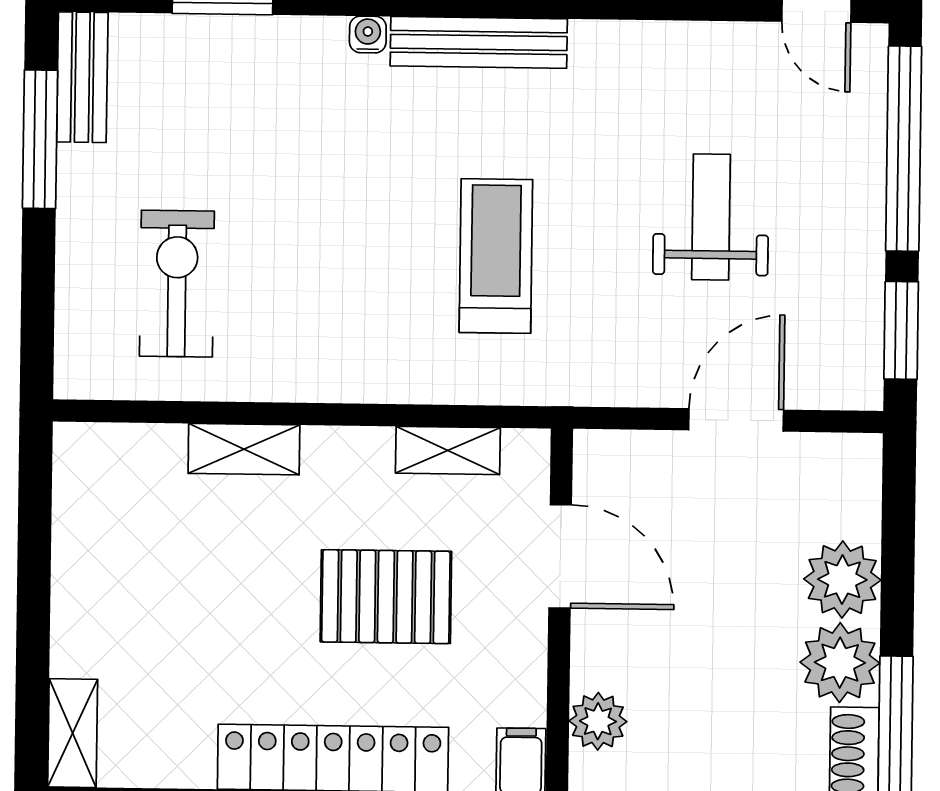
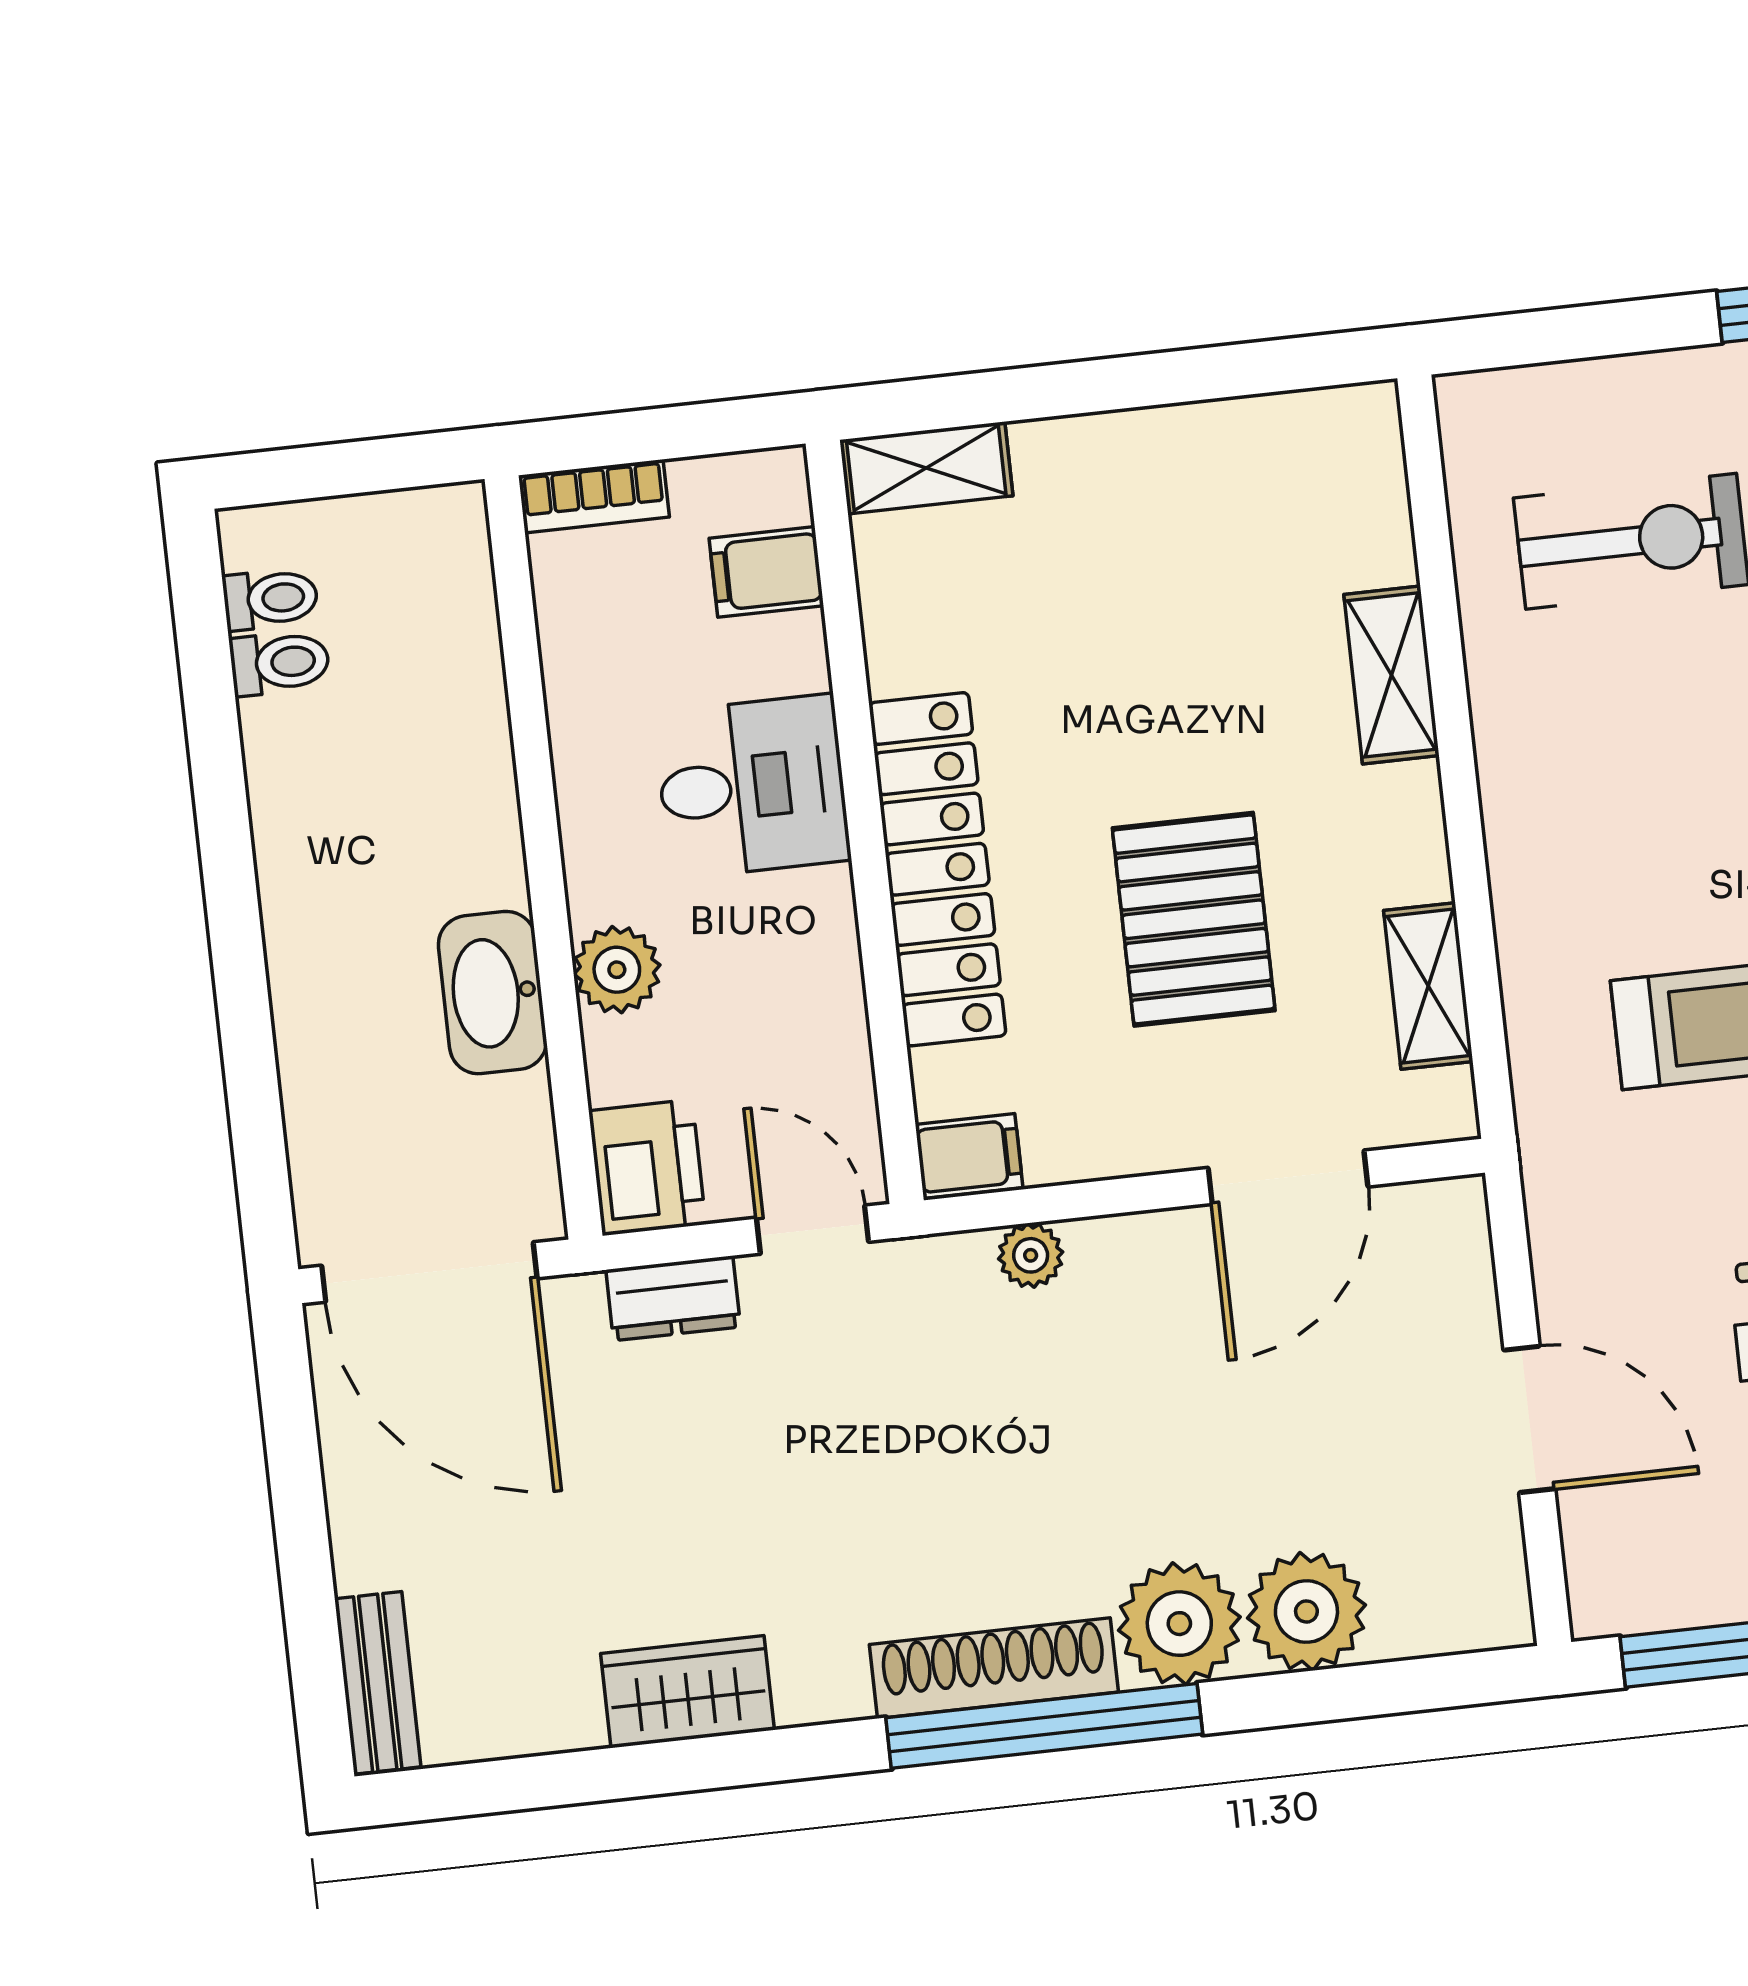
plant: (598, 721) -> (1031, 1255), width x0.73, depth x0.73

